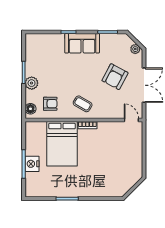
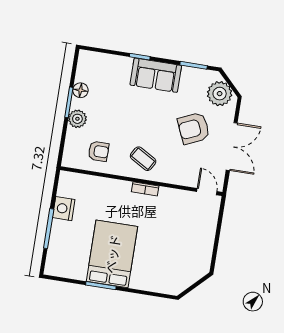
plant: (135, 49) -> (220, 94), width x1.88, depth x1.88
armchair: (115, 77) -> (194, 128), turned 38
floor lamp: (30, 109) -> (80, 90), moved
bed: (62, 144) -> (112, 254), moved, turned 180
nightstand: (32, 164) -> (64, 209), moved

